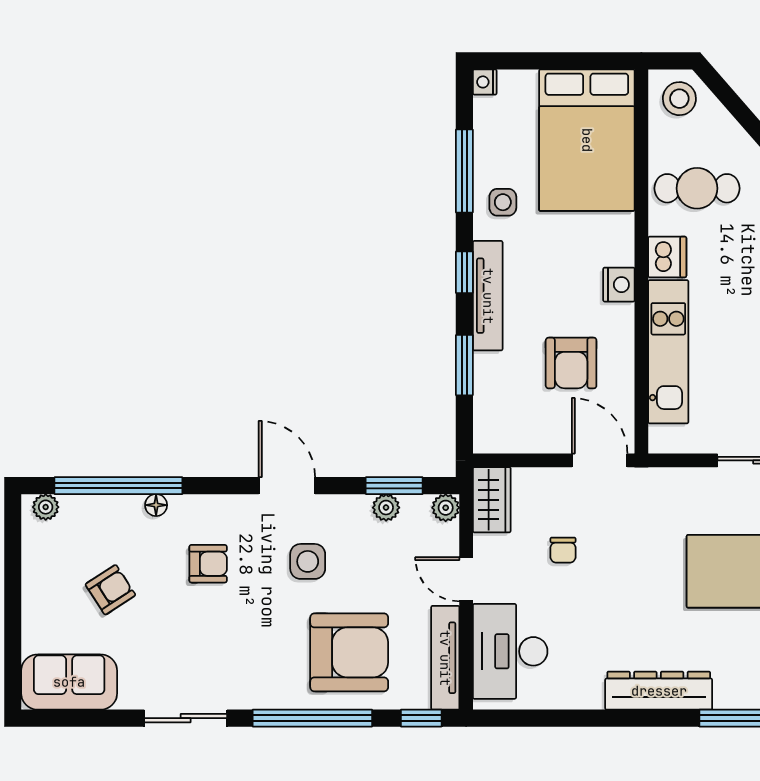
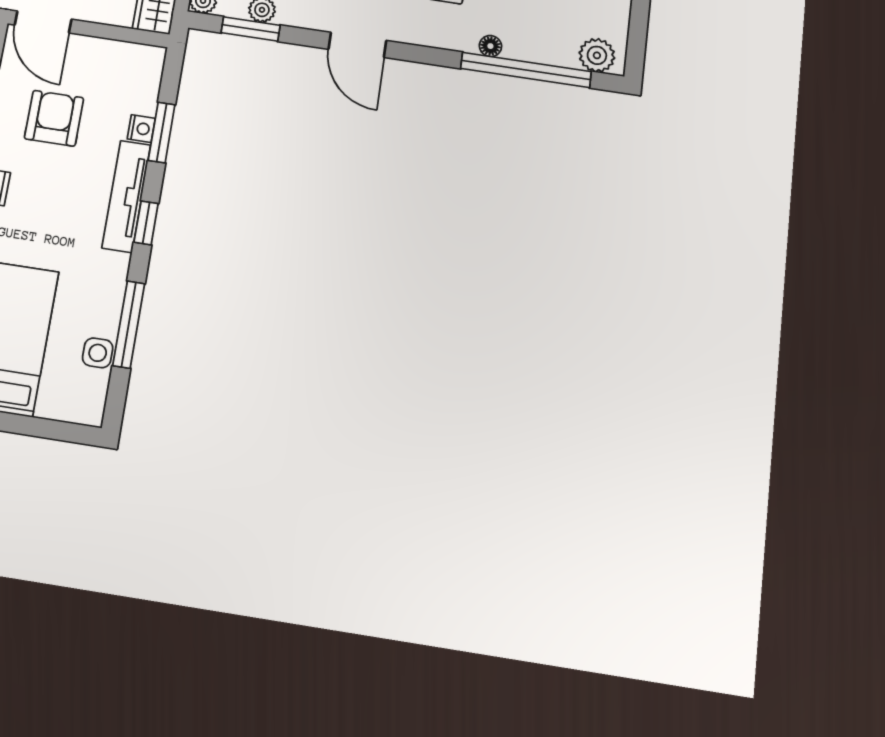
nightstand: (485, 82) -> (141, 129), moved
side table: (503, 202) -> (98, 353), moved
plant: (46, 507) -> (597, 55), width x1.38, depth x1.38

